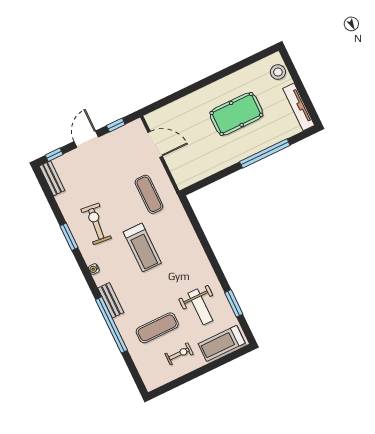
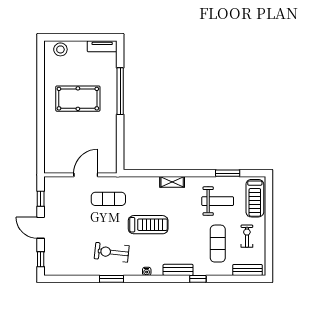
tv unit: (299, 107) -> (102, 46), width x0.71
pool table: (236, 114) -> (78, 99), turned 90
door: (155, 144) -> (86, 175), moved
bench: (52, 178) -> (247, 270), moved
shelving: (198, 251) -> (172, 182), added
window: (111, 325) -> (198, 279), width x0.32

